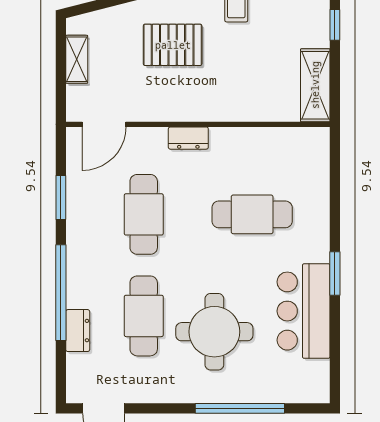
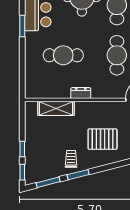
shelving: (315, 85) -> (56, 108), moved, turned 90
dresser: (188, 138) -> (81, 93), moved

